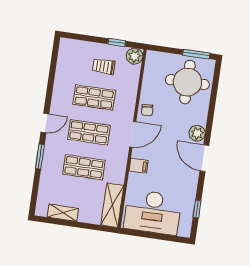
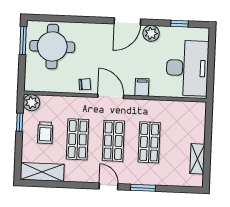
plant: (197, 133) -> (151, 33), moved
shelving: (112, 205) -> (42, 172), moved

